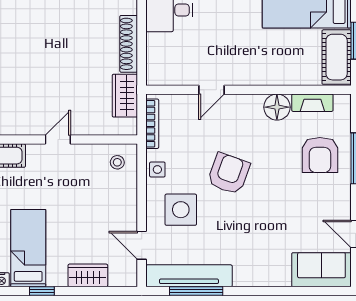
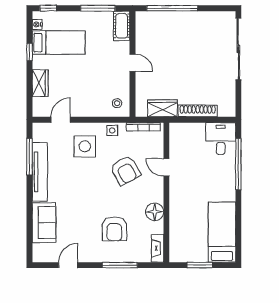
cot: (337, 57) -> (189, 252), removed
fireplace: (312, 103) -> (158, 248), moved
armchair: (320, 155) -> (114, 229), moved, turned -90
armchair: (229, 174) -> (125, 170), moved, turned 41
sofa: (321, 270) -> (44, 223), moved
tv unit: (189, 276) -> (40, 172), moved

